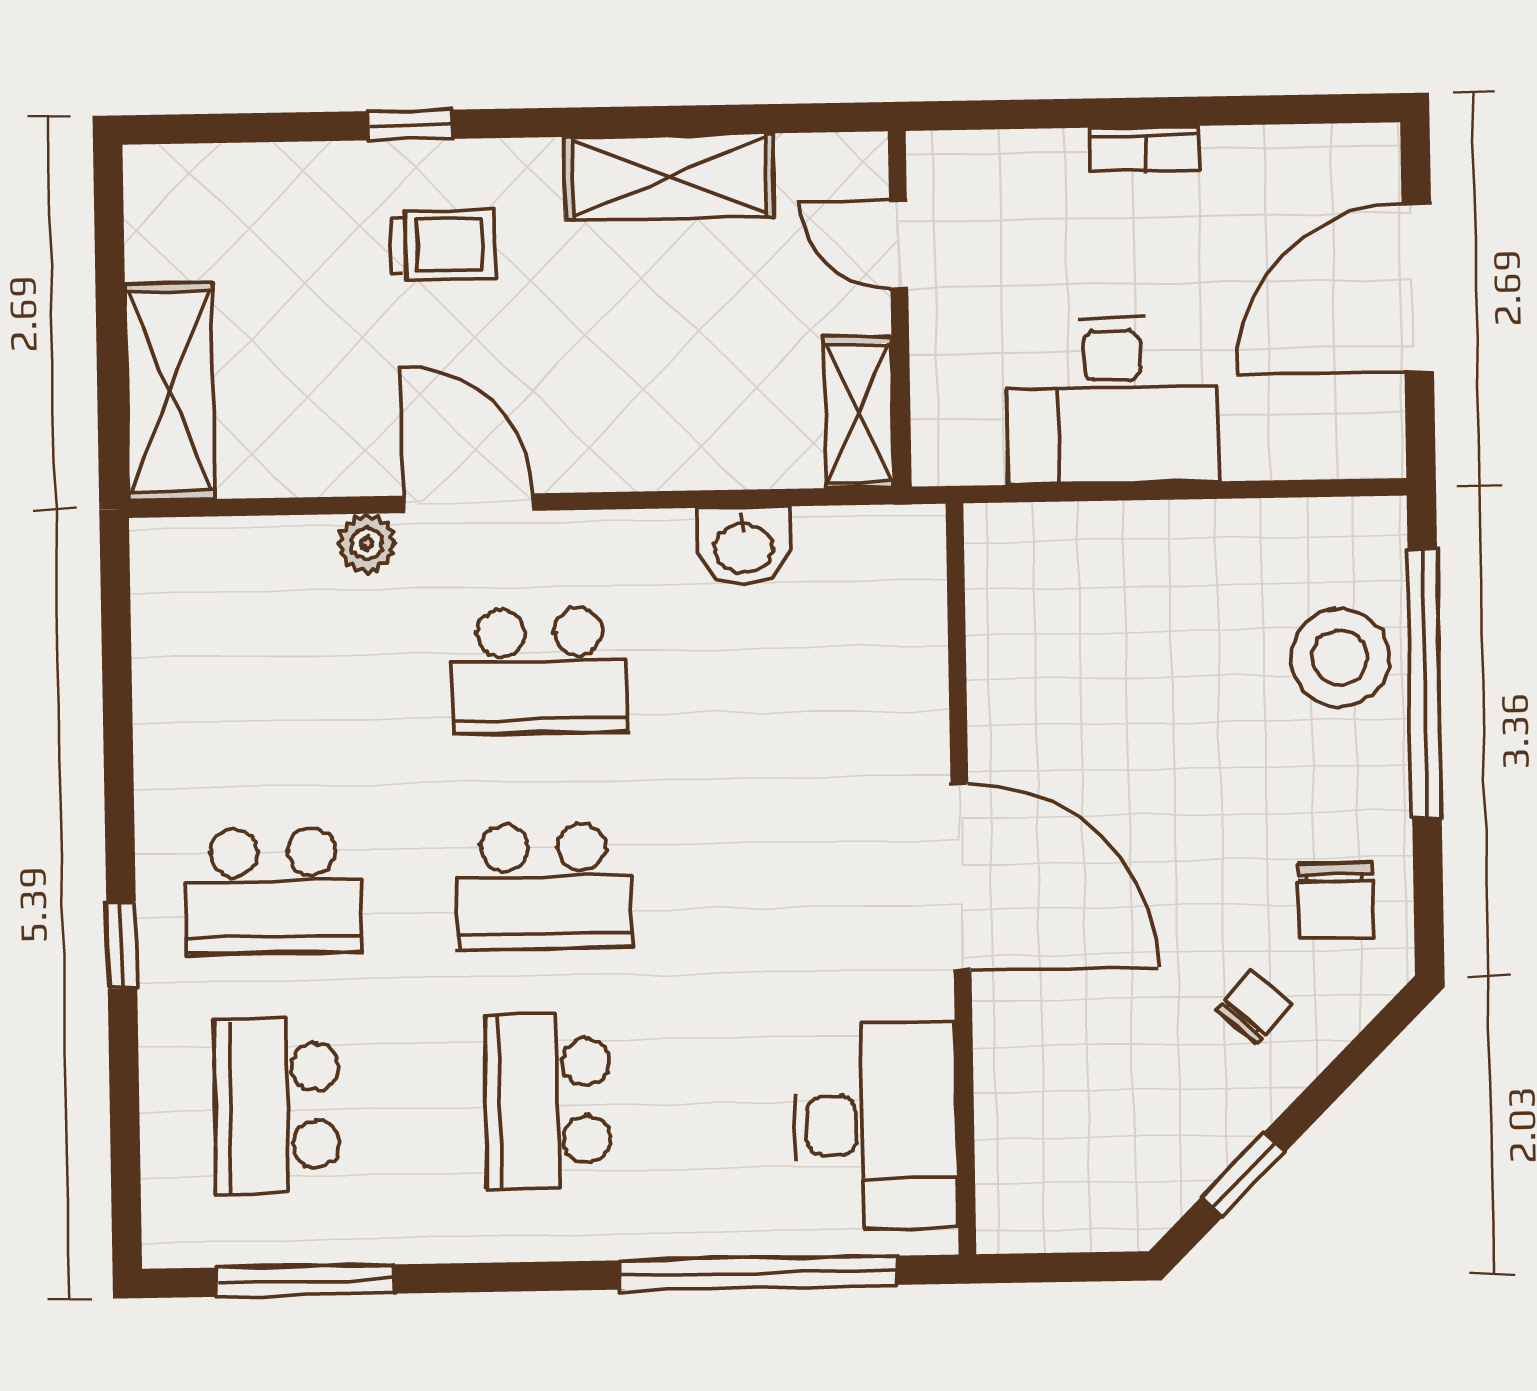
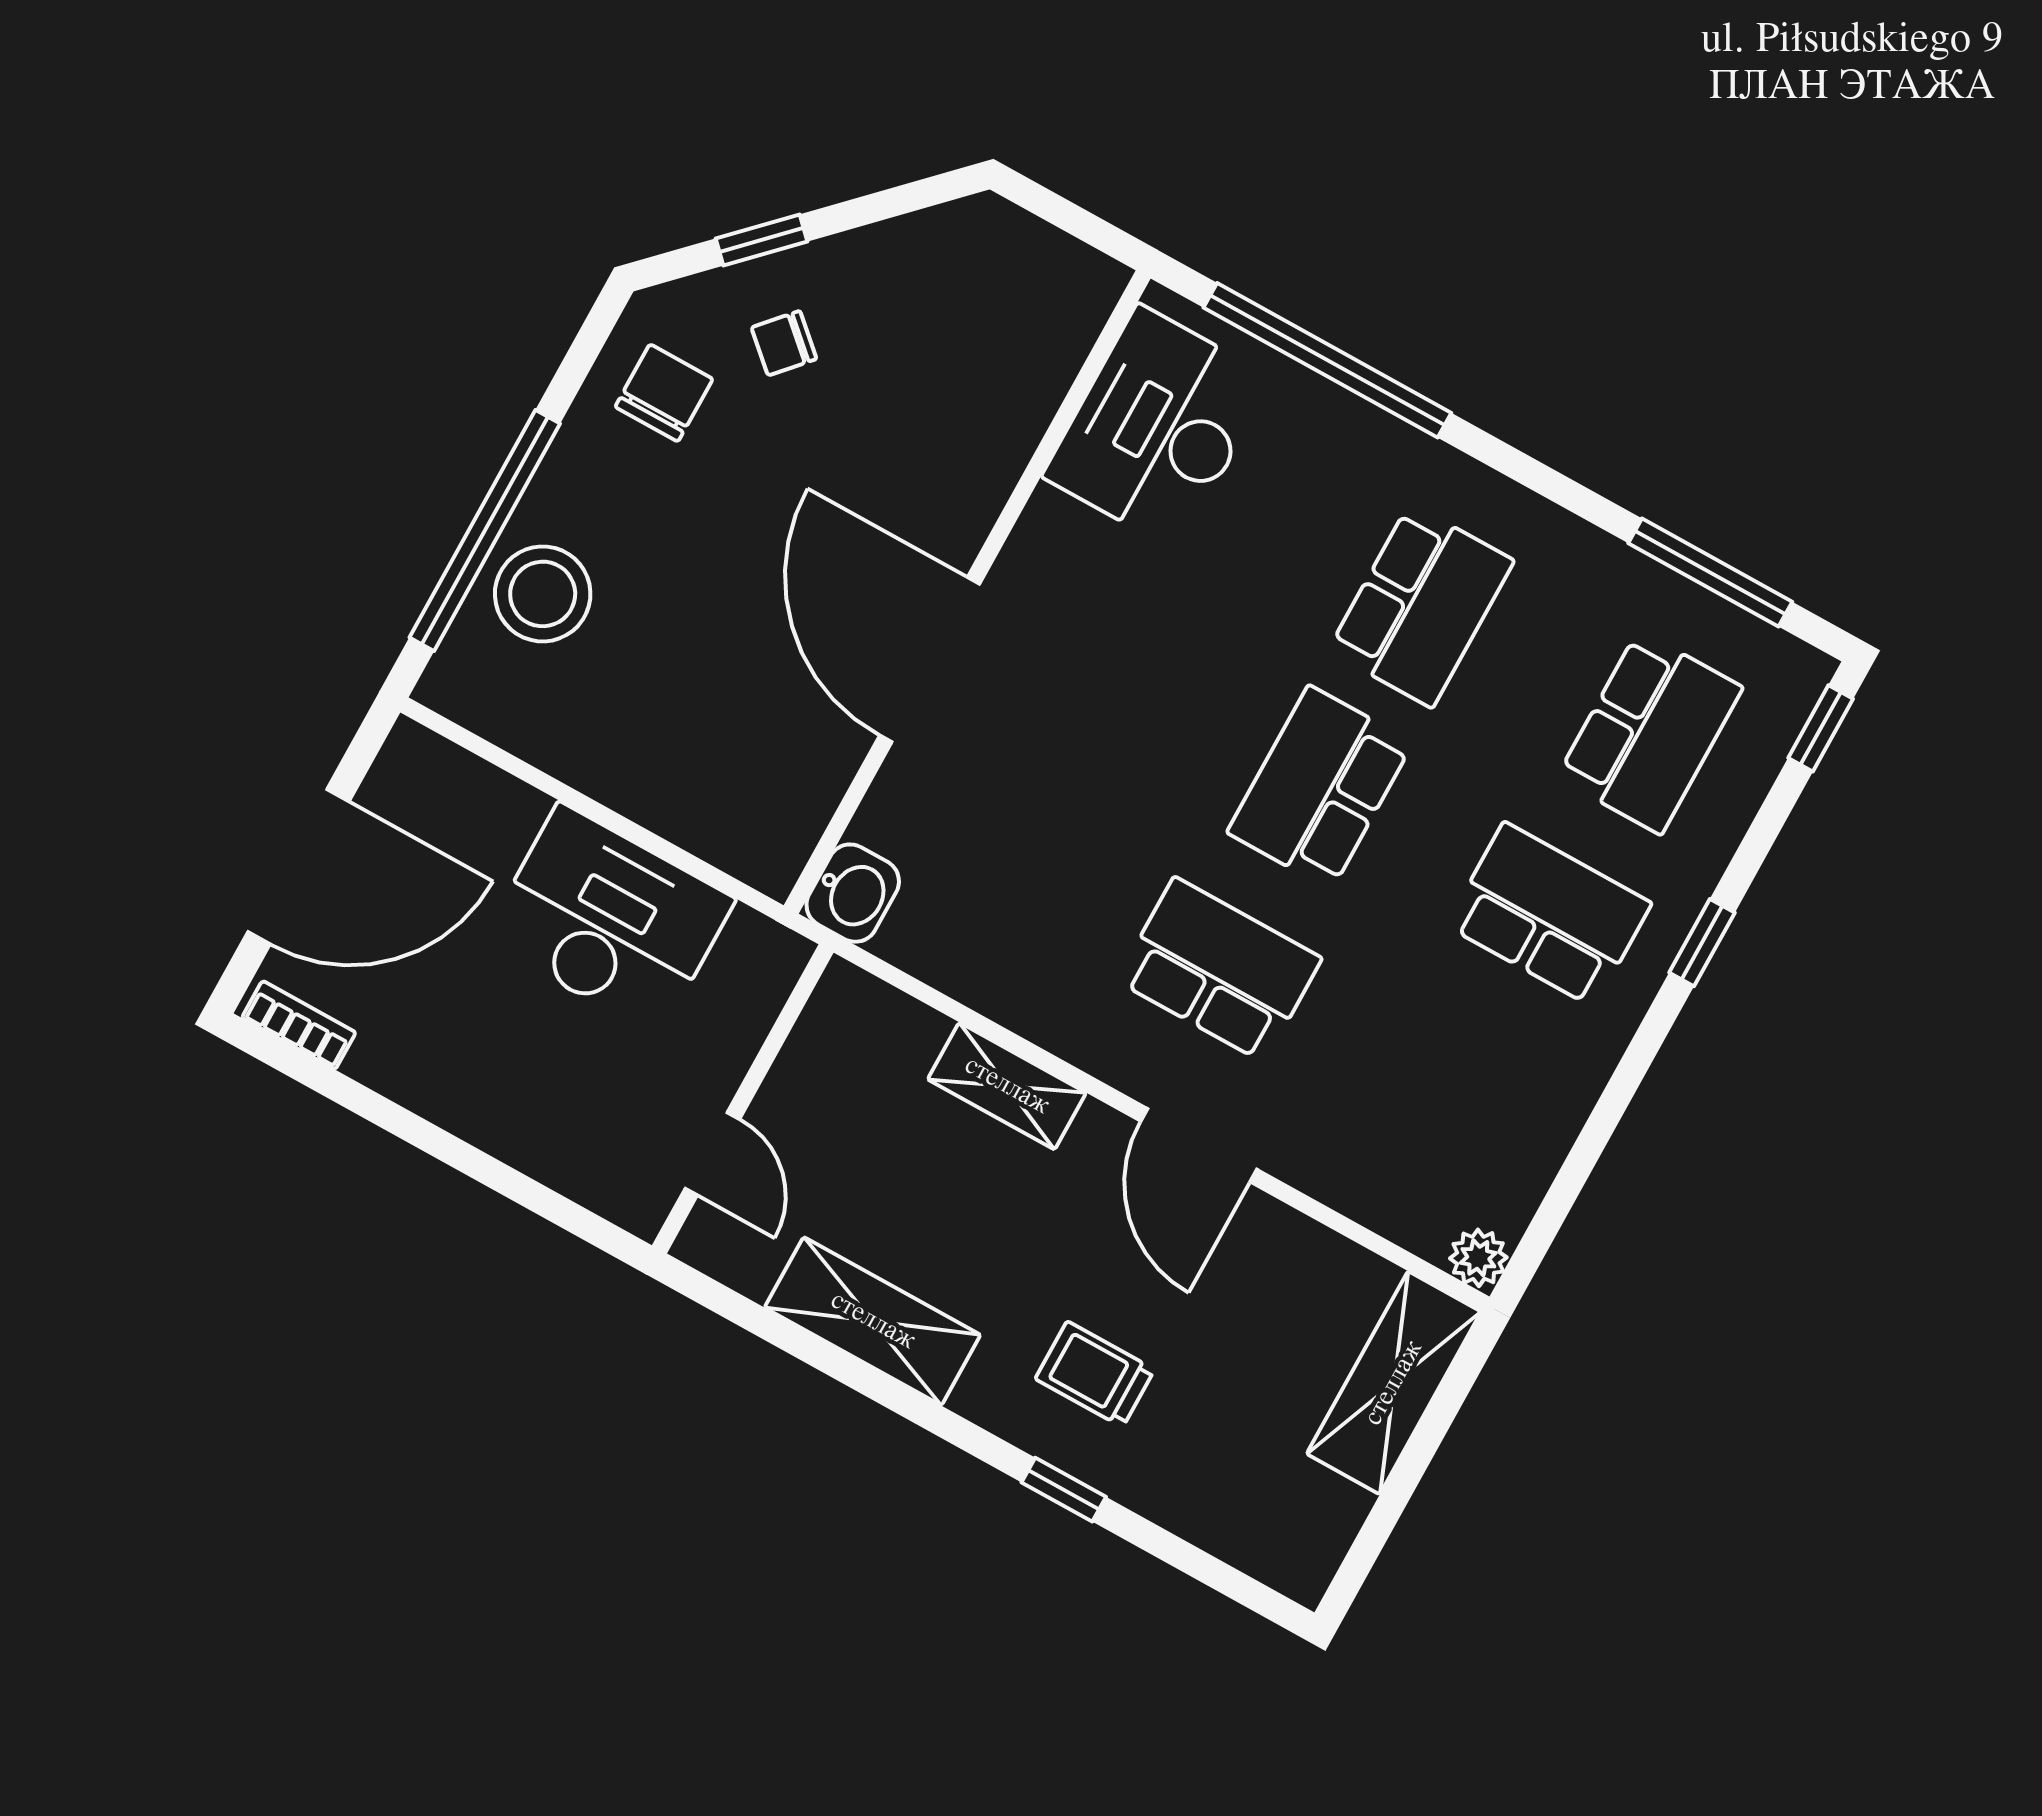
bookcase: (1145, 149) -> (299, 1025), moved
shelving: (859, 412) -> (1007, 1086), moved, turned 90
plant: (367, 543) -> (1478, 1258), moved
washbasin: (743, 546) -> (853, 893), moved, turned 90
door: (961, 877) -> (930, 660), moved
school desk: (544, 886) -> (1320, 788), turned -90
window: (1243, 1175) -> (762, 240), moved
window: (126, 1198) -> (1821, 728), added

